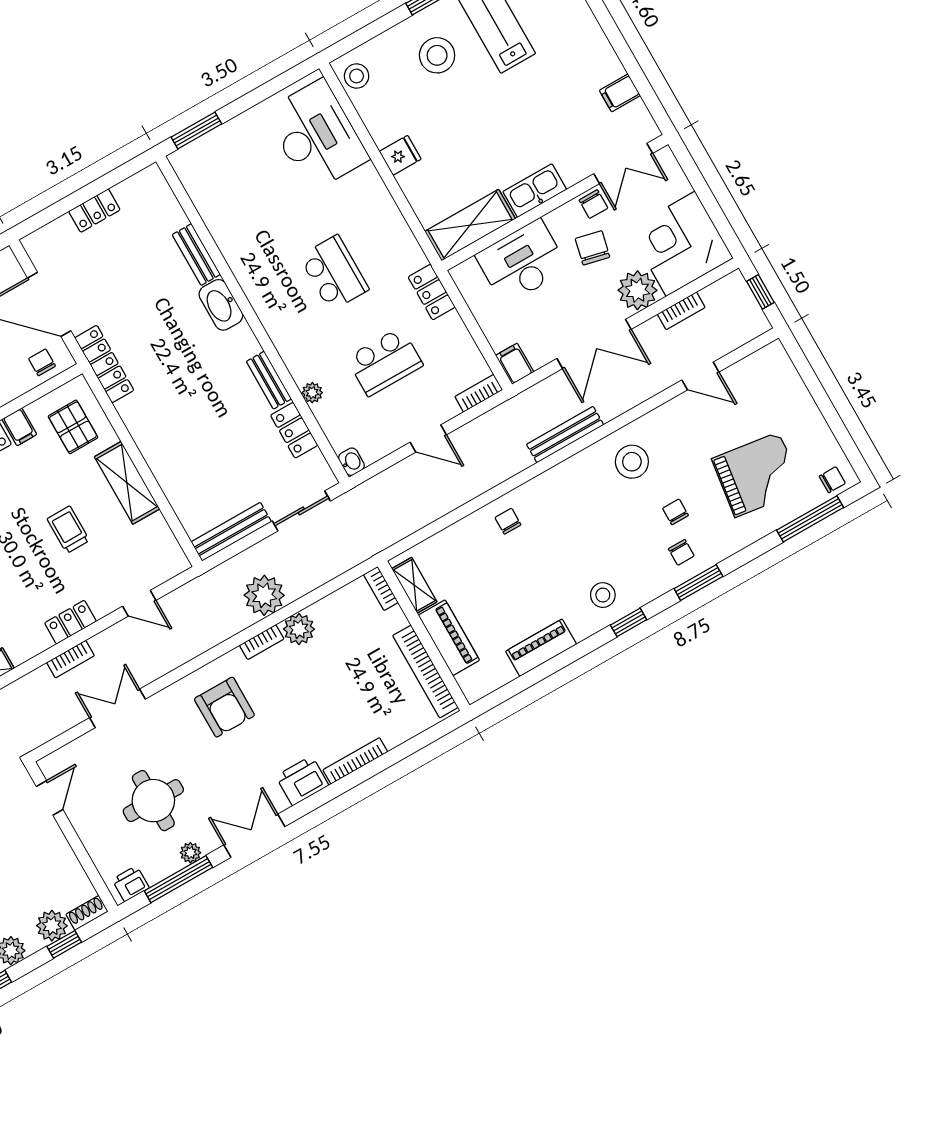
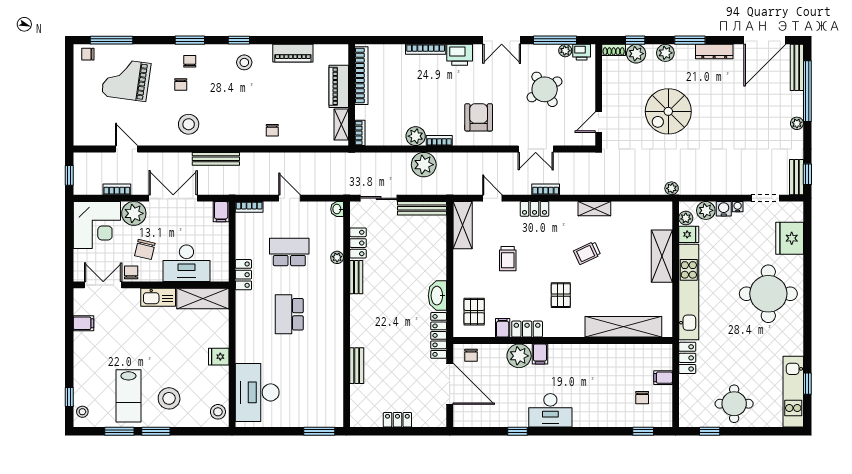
washbasin: (221, 305) -> (437, 296), moved, turned 180
shelving: (127, 483) -> (463, 225), moved
round table: (153, 801) -> (545, 89), turned -32
plant: (190, 853) -> (565, 51), moved

